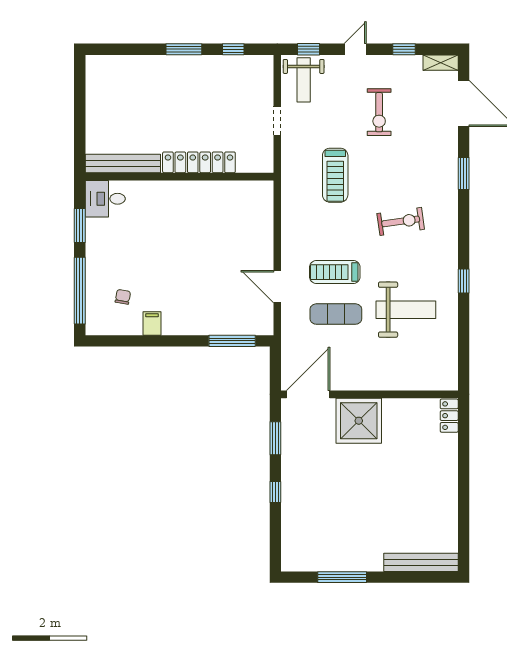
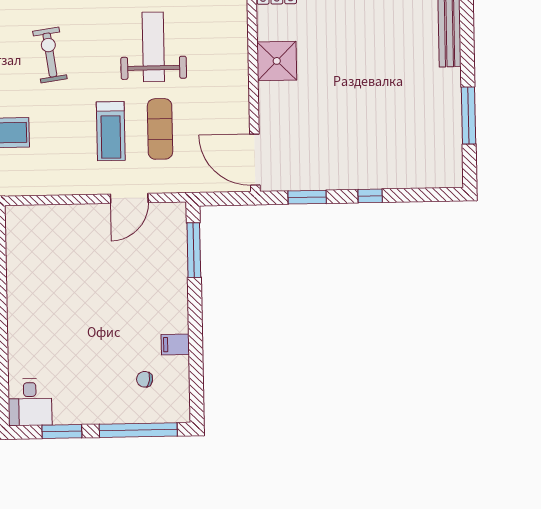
shower: (359, 421) -> (277, 61), moved, width x0.73, depth x0.73

